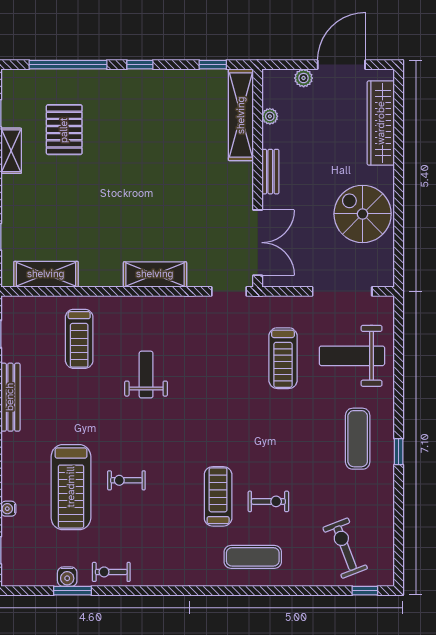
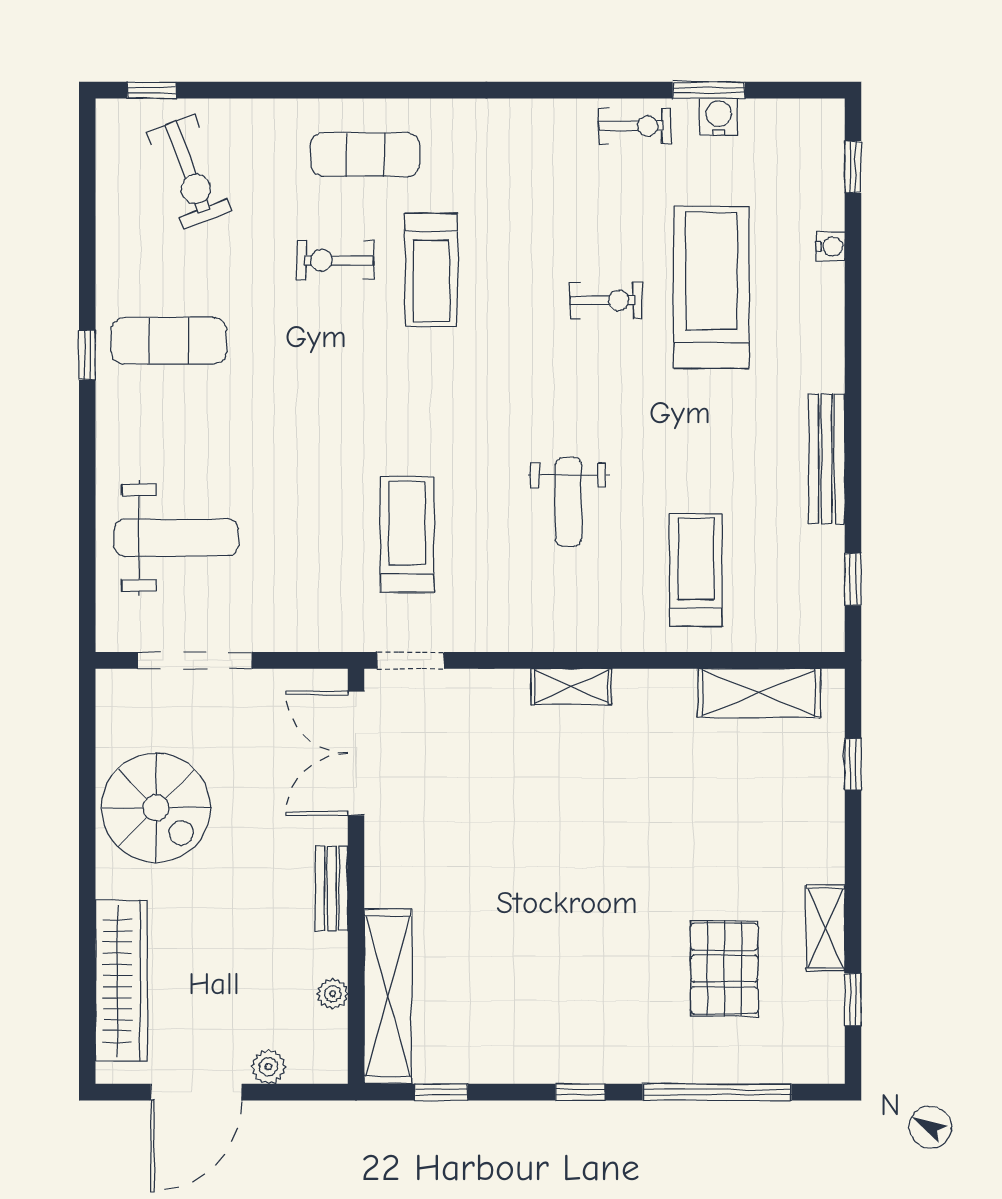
shelving: (155, 274) -> (571, 687), width x0.67, depth x0.75
treadmill: (283, 358) -> (407, 534), moved
exercise mat: (358, 439) -> (169, 341), moved, turned 90

